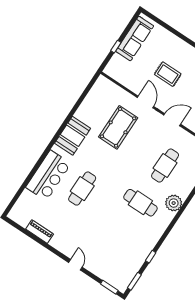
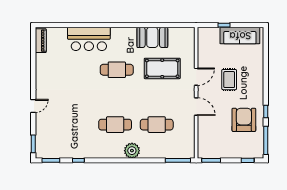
booth: (73, 136) -> (152, 37), moved
cafe table: (82, 189) -> (117, 70), moved
cafe table: (140, 203) -> (115, 125), turned 90
piano: (40, 232) -> (41, 41), moved

